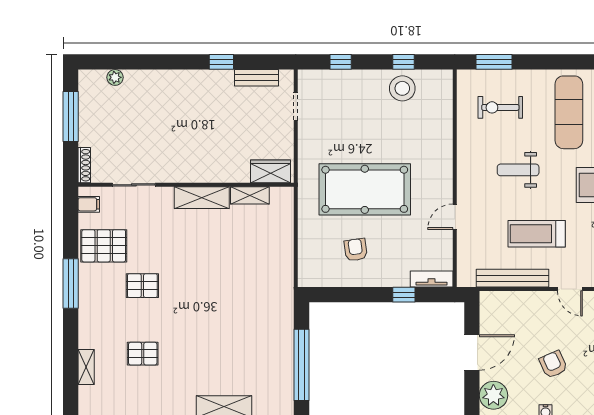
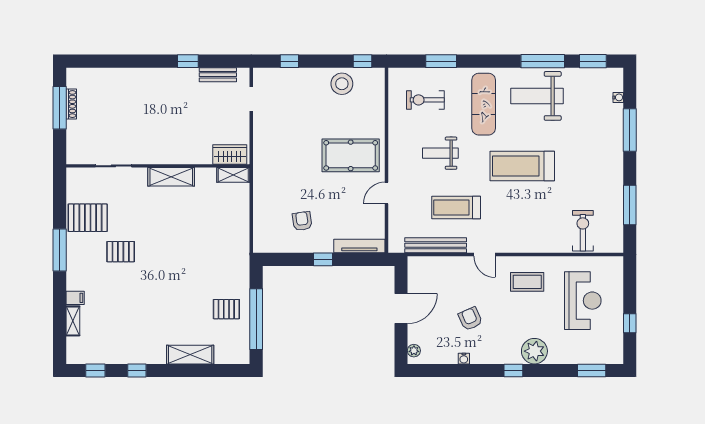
window: (403, 62) -> (362, 61), moved
window: (494, 62) -> (441, 61), moved
plant: (115, 77) -> (97, 74), removed
shoe rack: (84, 165) -> (71, 104), moved
pool table: (365, 189) -> (351, 155), moved, width x0.73, depth x0.76
shelving: (250, 195) -> (233, 175), moved
filing cabinet: (89, 204) -> (75, 298), moved
tv unit: (432, 279) -> (359, 246), width x1.41
window: (404, 295) -> (323, 259), moved
pallet: (143, 354) -> (226, 309), moved
plant: (493, 395) -> (414, 351), width x0.53, depth x0.53

